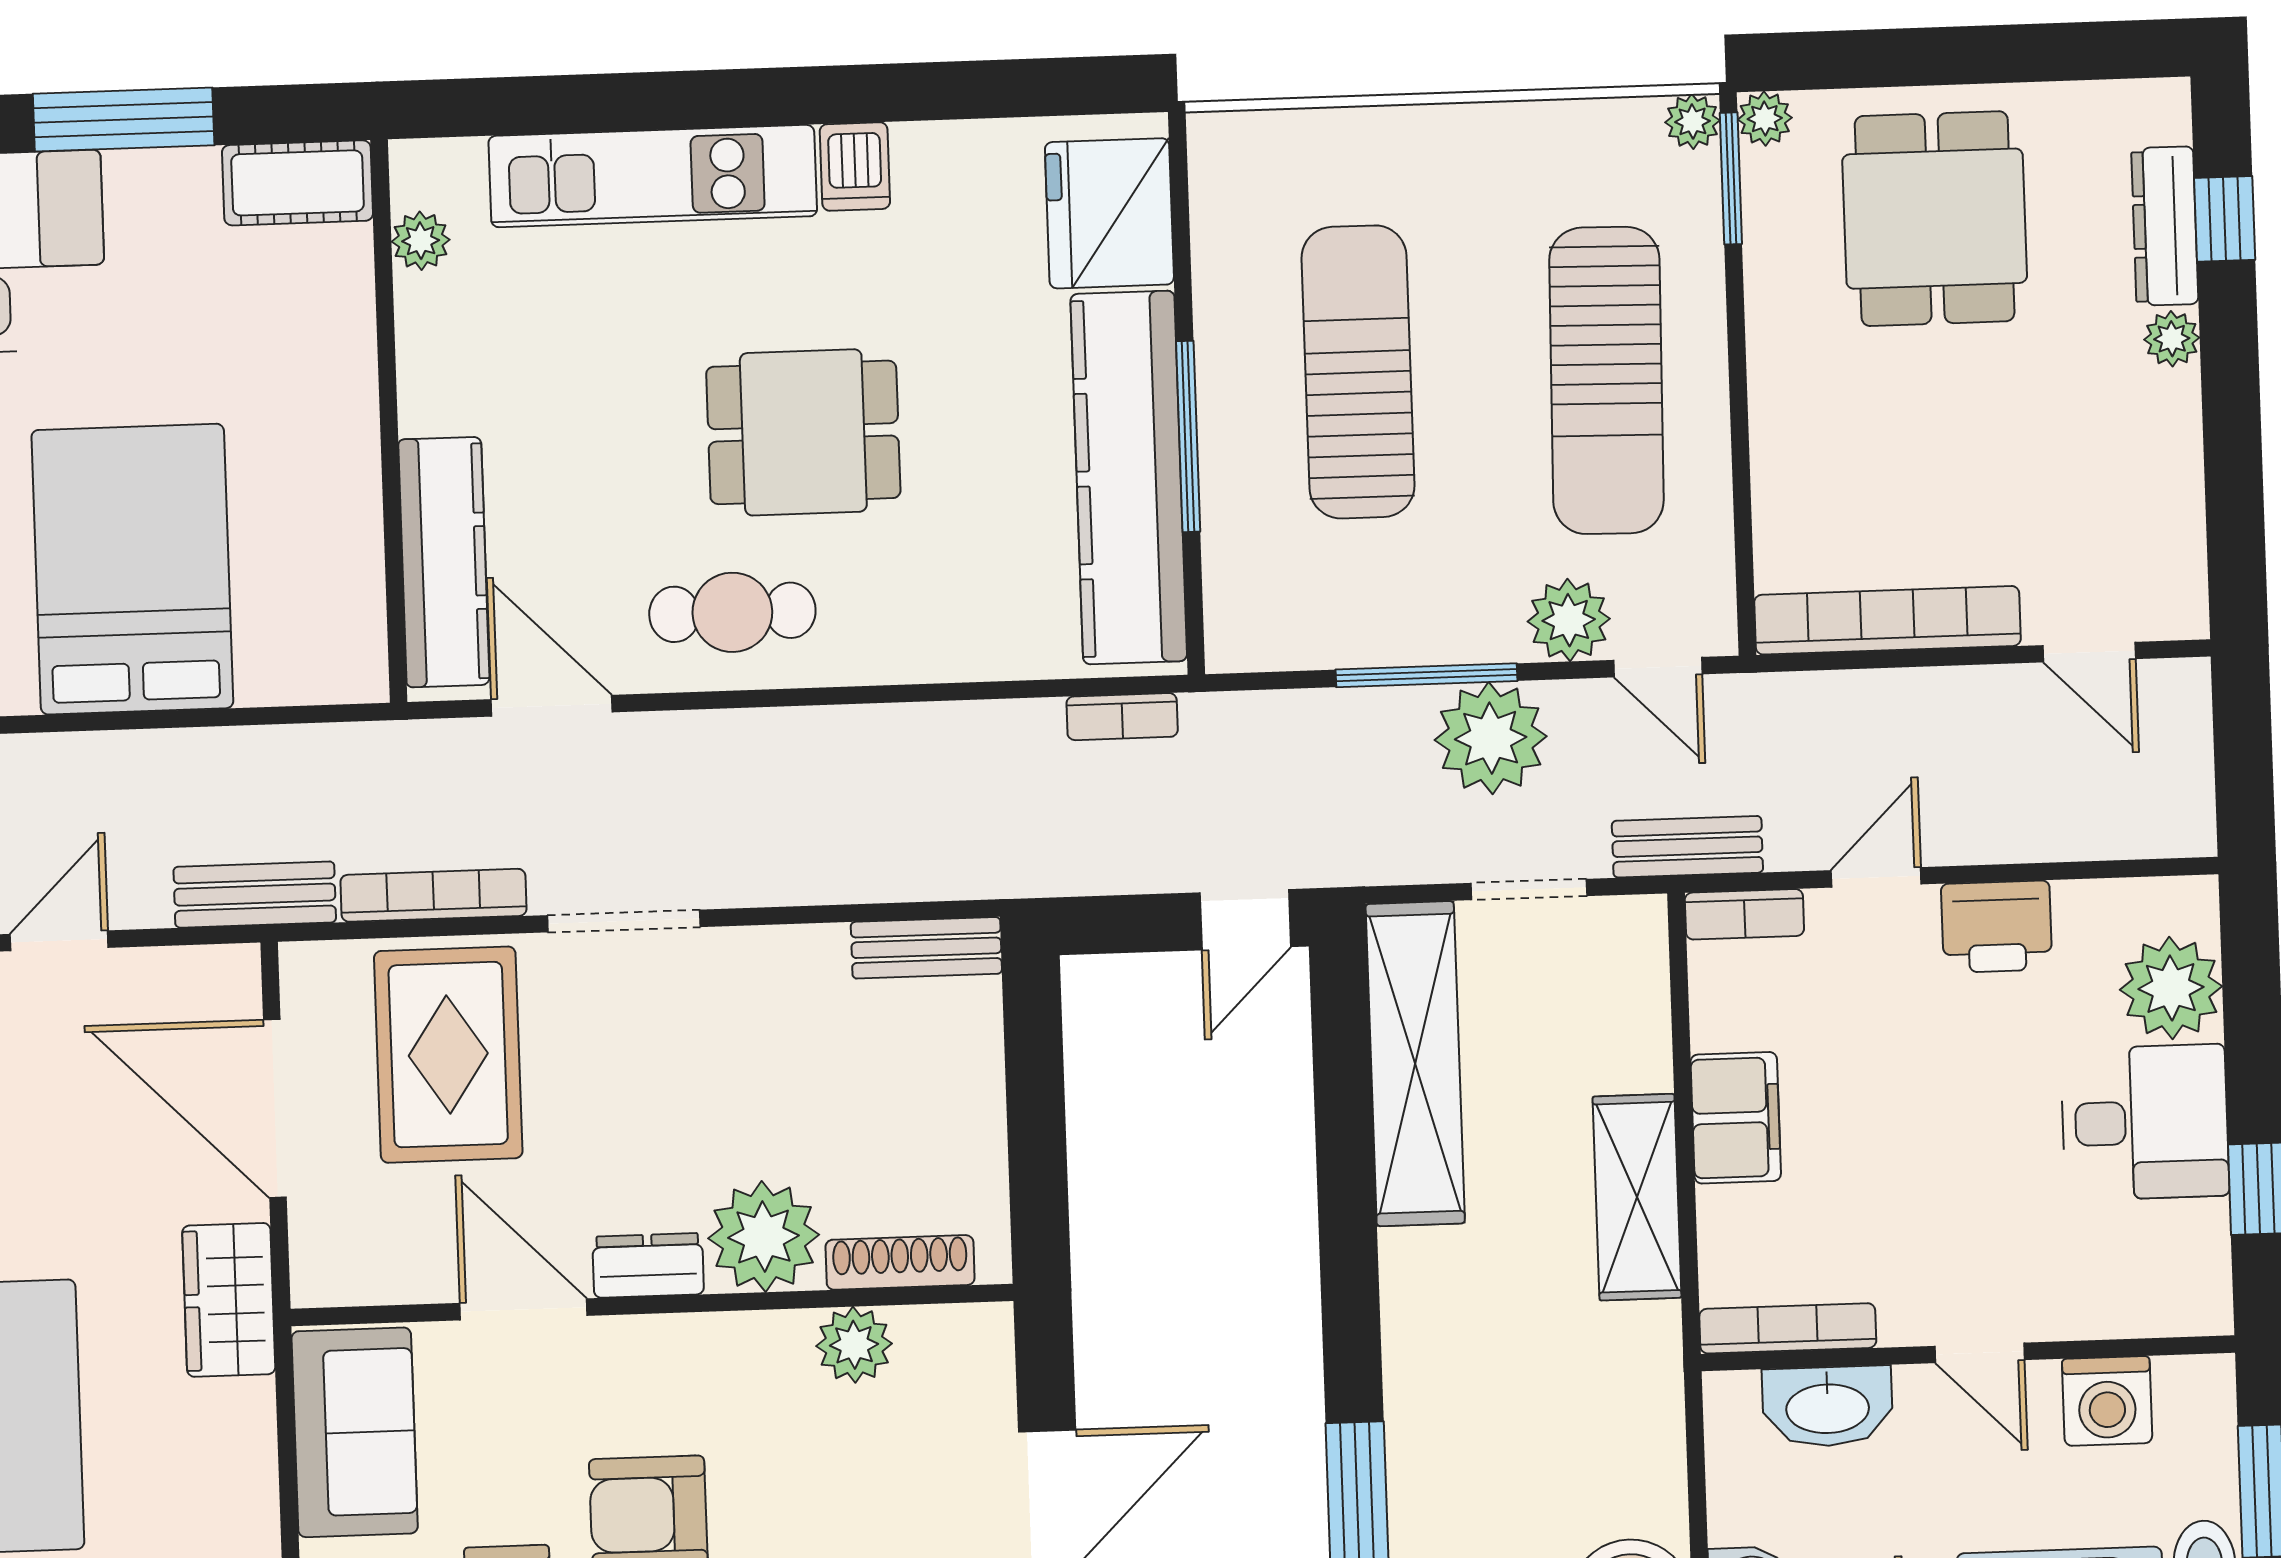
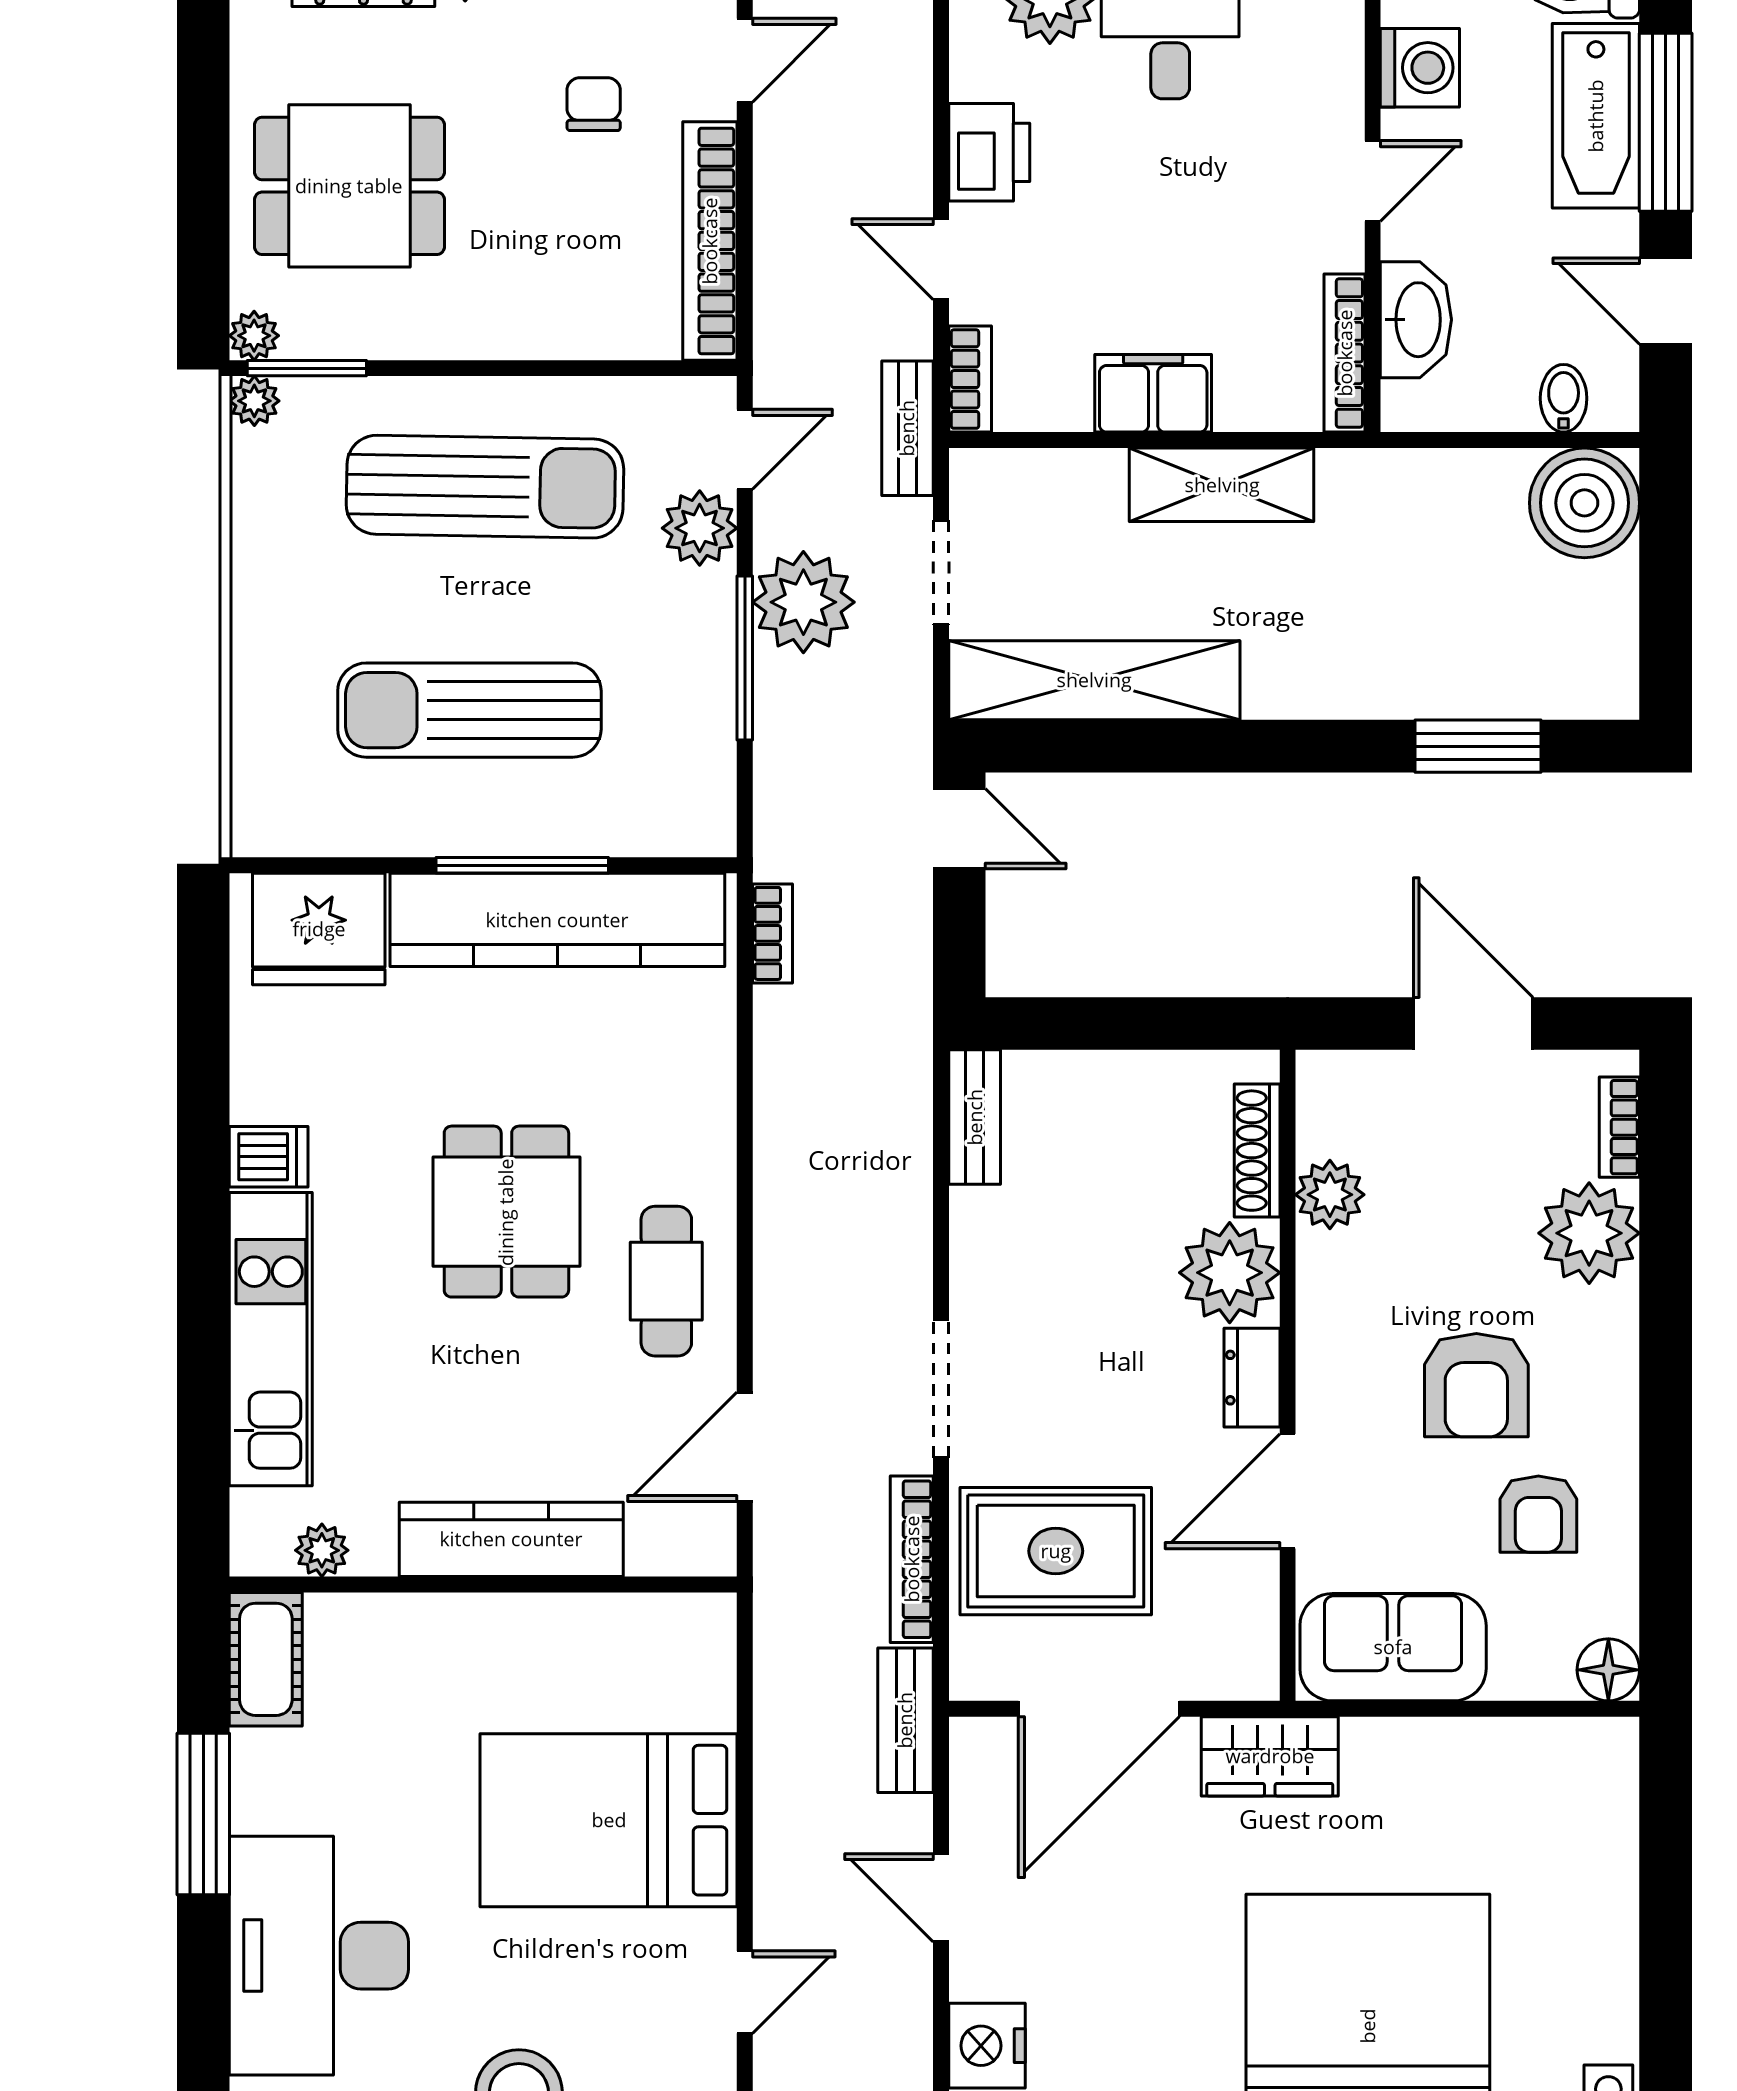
chair: (2035, 486) -> (594, 104), added
kitchen counter: (444, 562) -> (511, 1539), moved

